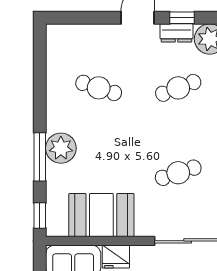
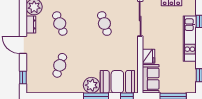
window: (182, 18) -> (23, 78), moved
booth: (101, 215) -> (117, 82), moved, turned 90

